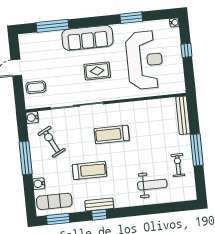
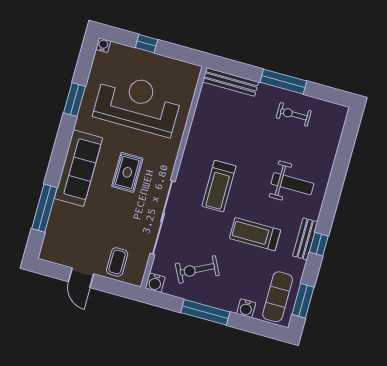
treadmill: (90, 170) -> (255, 234), turned -90
weight bench: (152, 185) -> (292, 184), moved, turned 90

